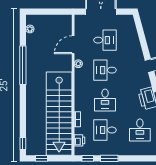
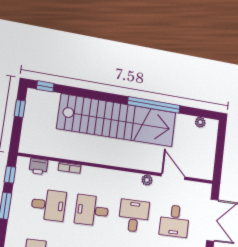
stairs: (59, 114) -> (117, 120), moved, turned 180
desk: (105, 130) -> (49, 205), turned 90

